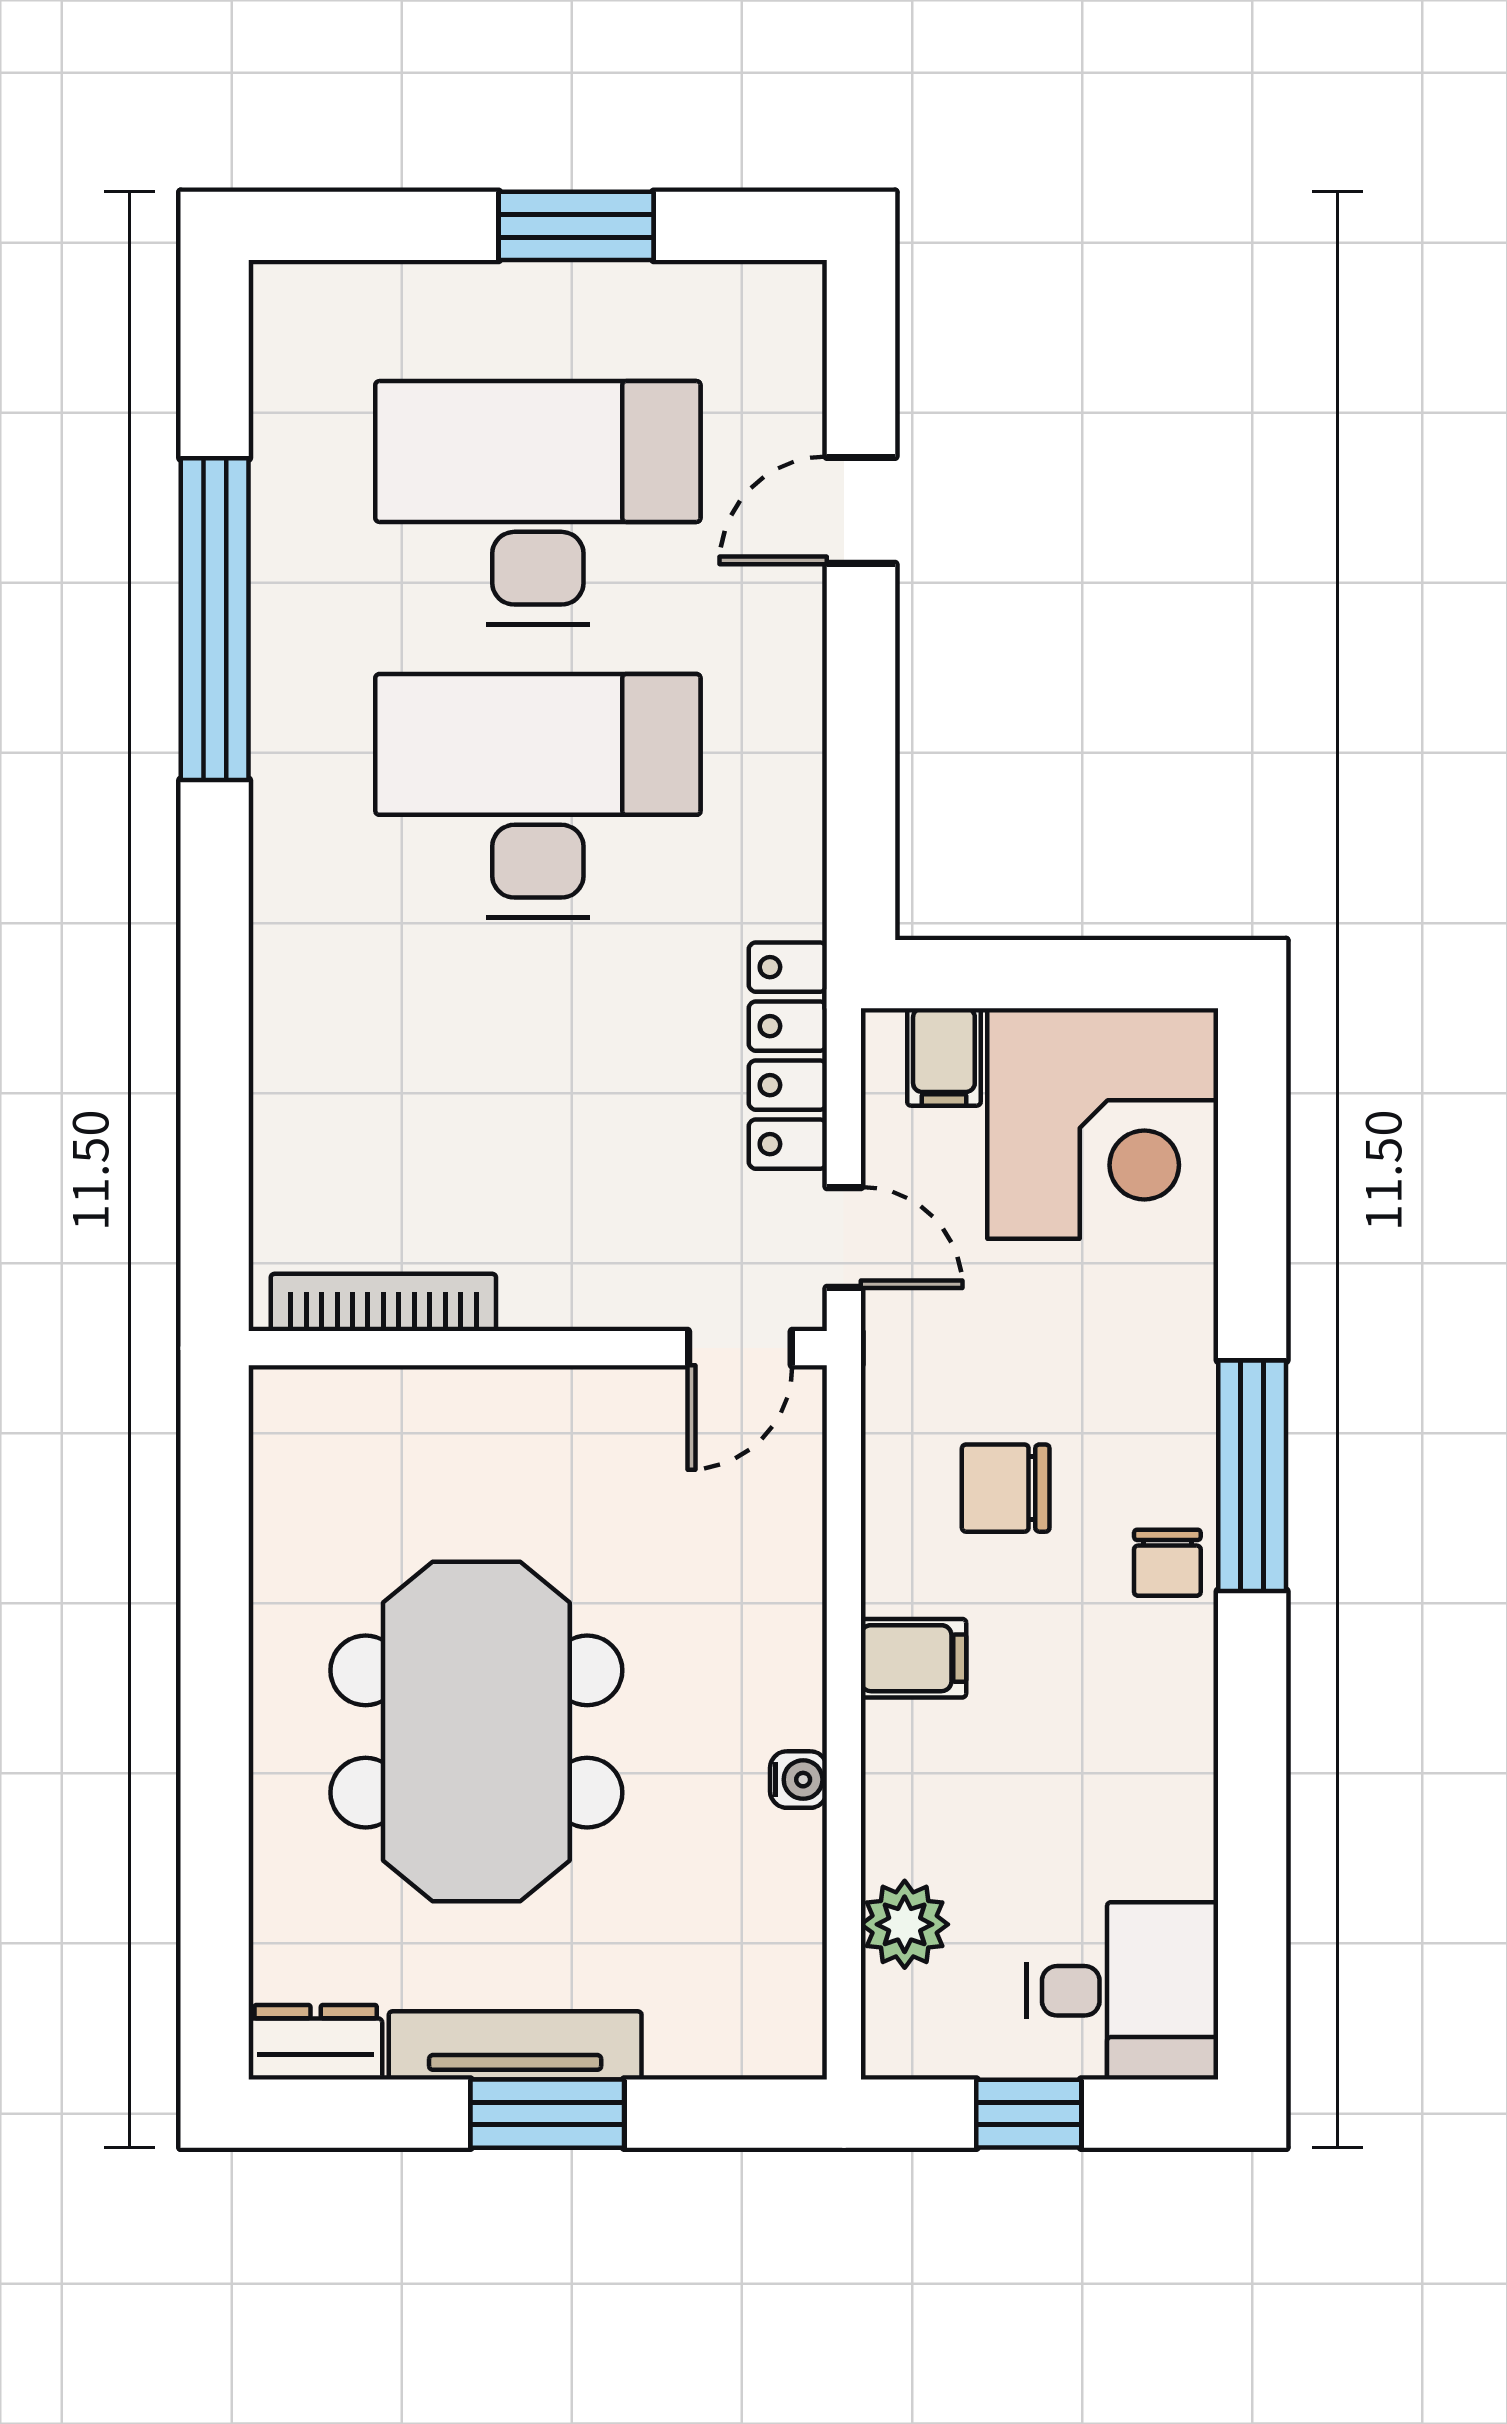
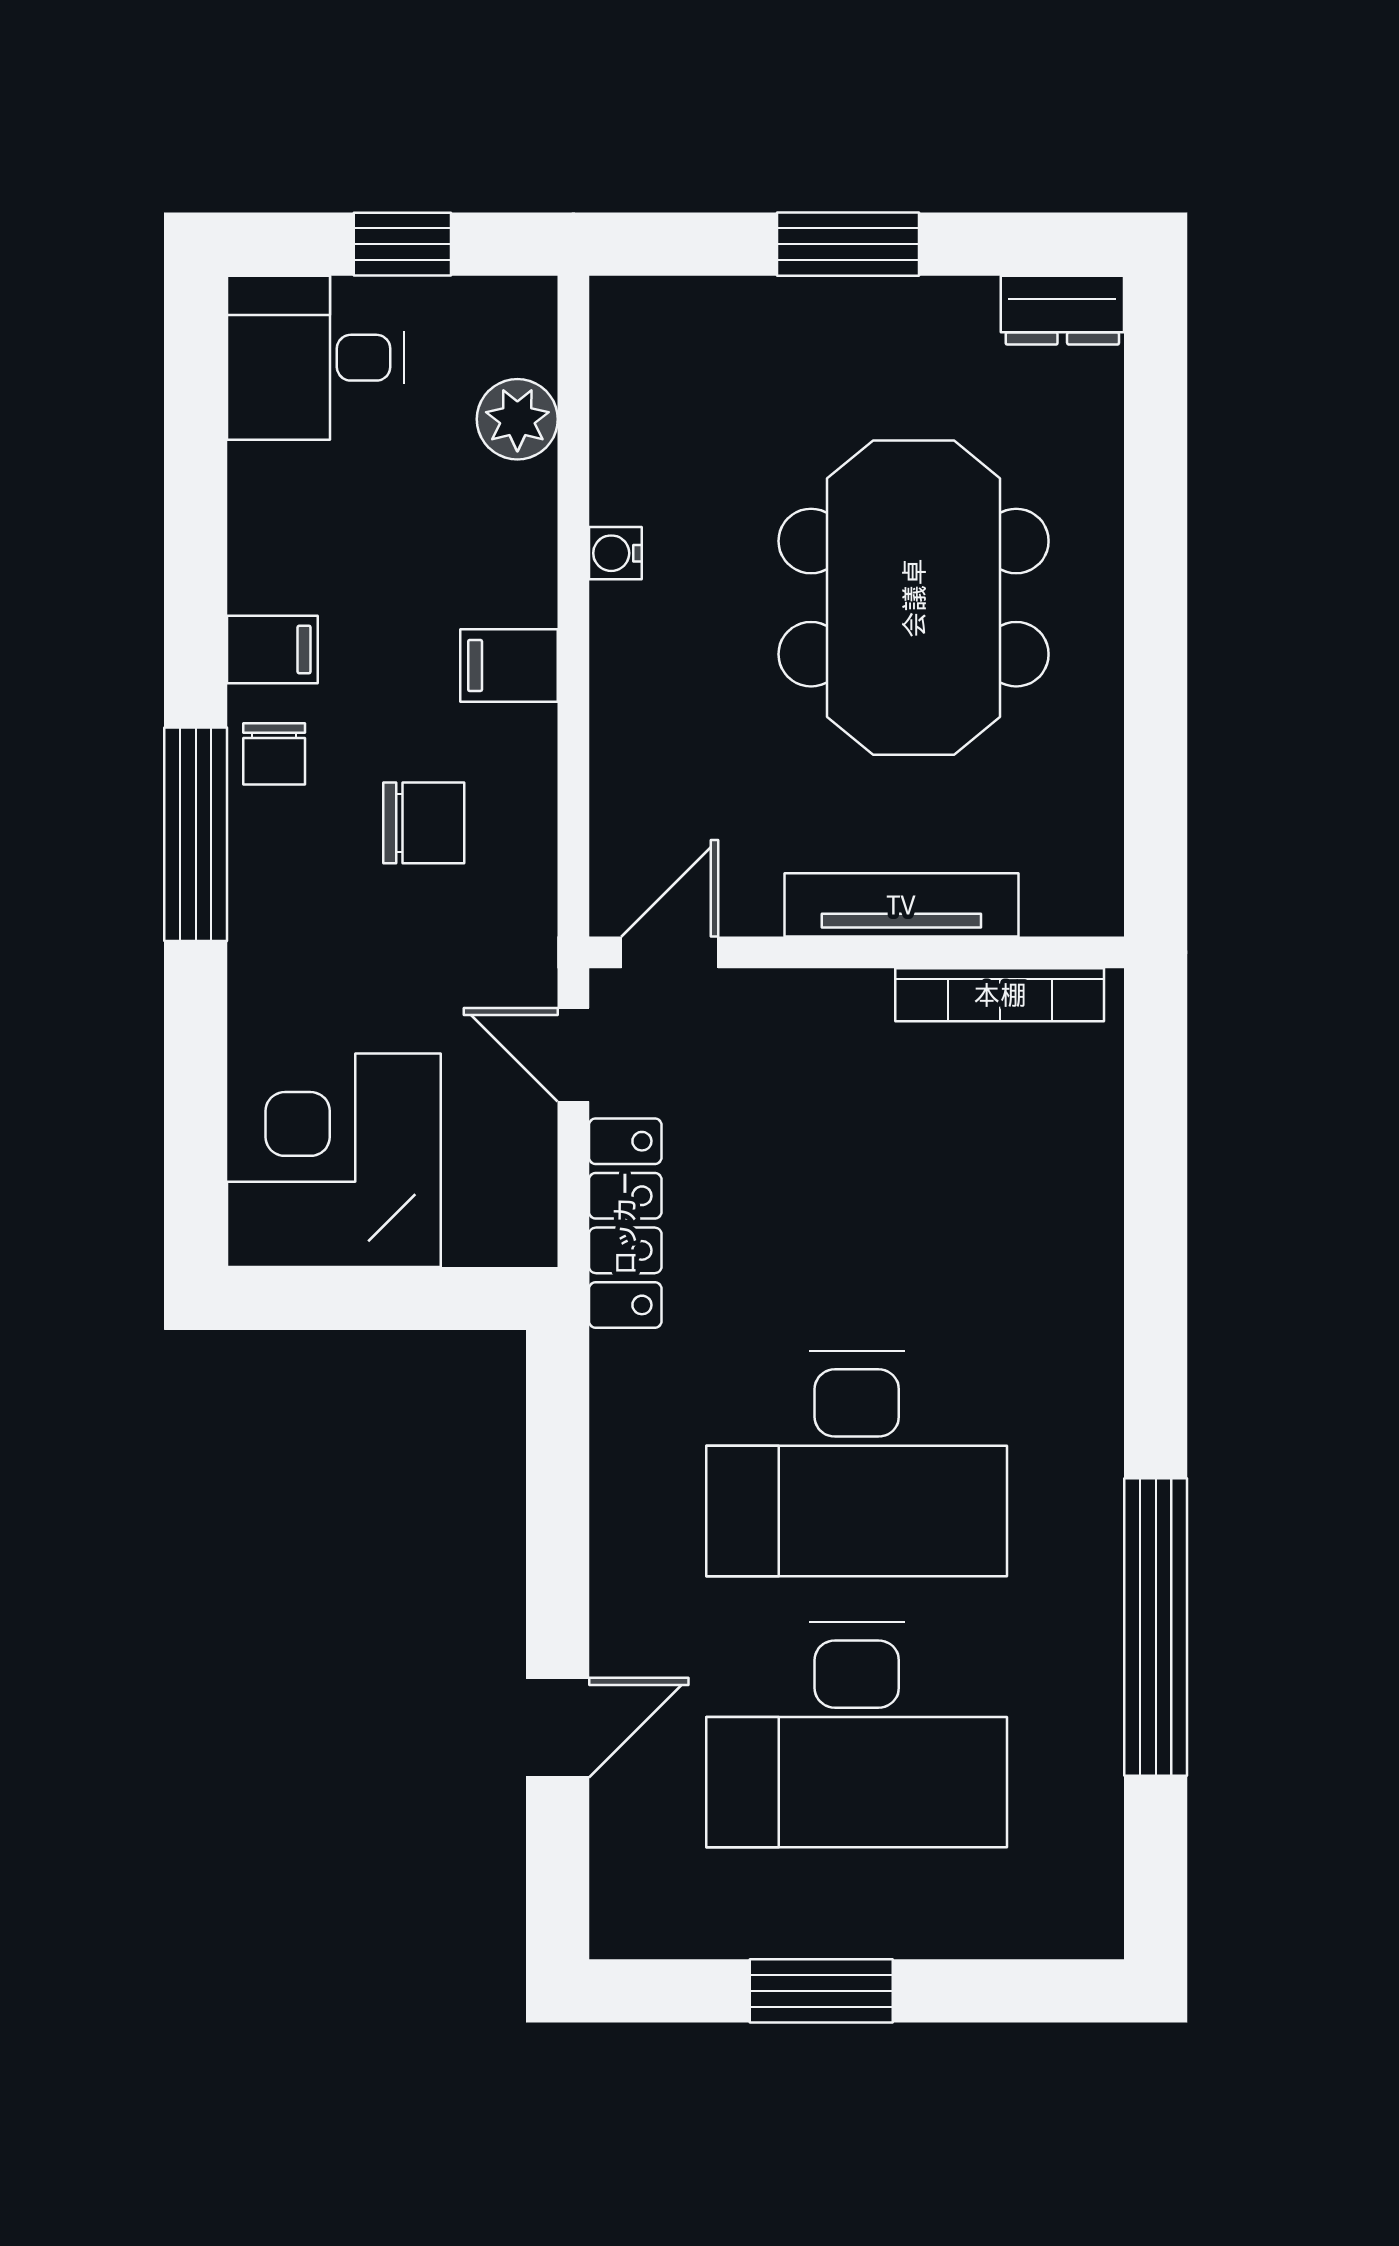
filing cabinet: (944, 1057) -> (272, 649), moved, turned 90
chair: (1167, 1563) -> (274, 754), turned 180
tv unit: (515, 2045) -> (901, 905), moved, turned 180

